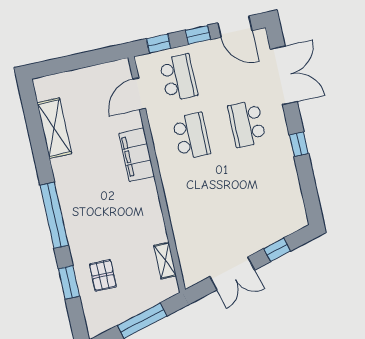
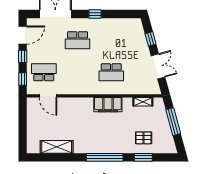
school desk: (191, 136) -> (111, 72), moved, turned 180
filing cabinet: (137, 155) -> (108, 105), moved

